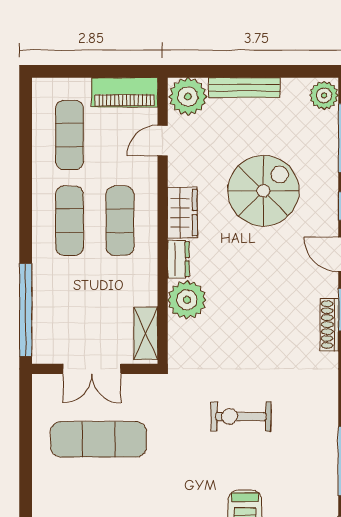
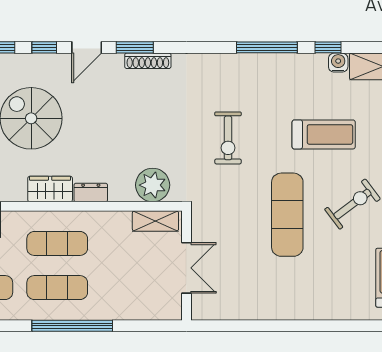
plant: (187, 300) -> (153, 185), moved
window: (26, 310) -> (72, 326), moved
exercise mat: (98, 439) -> (287, 215), moved

